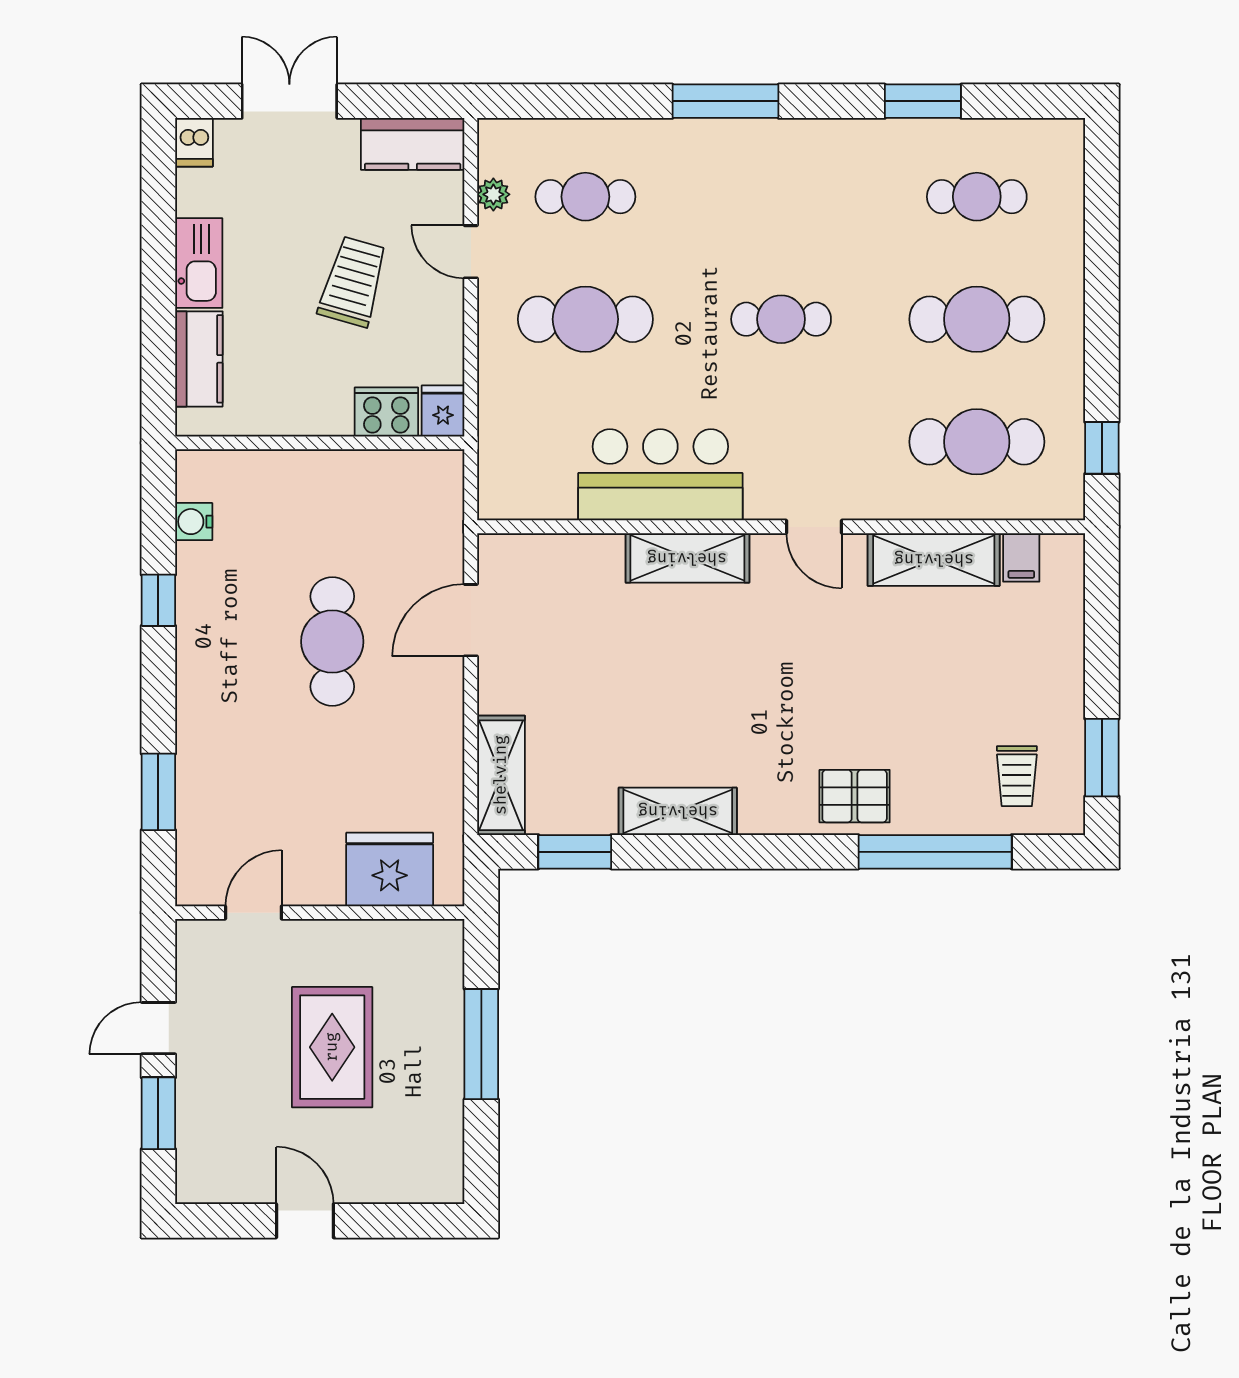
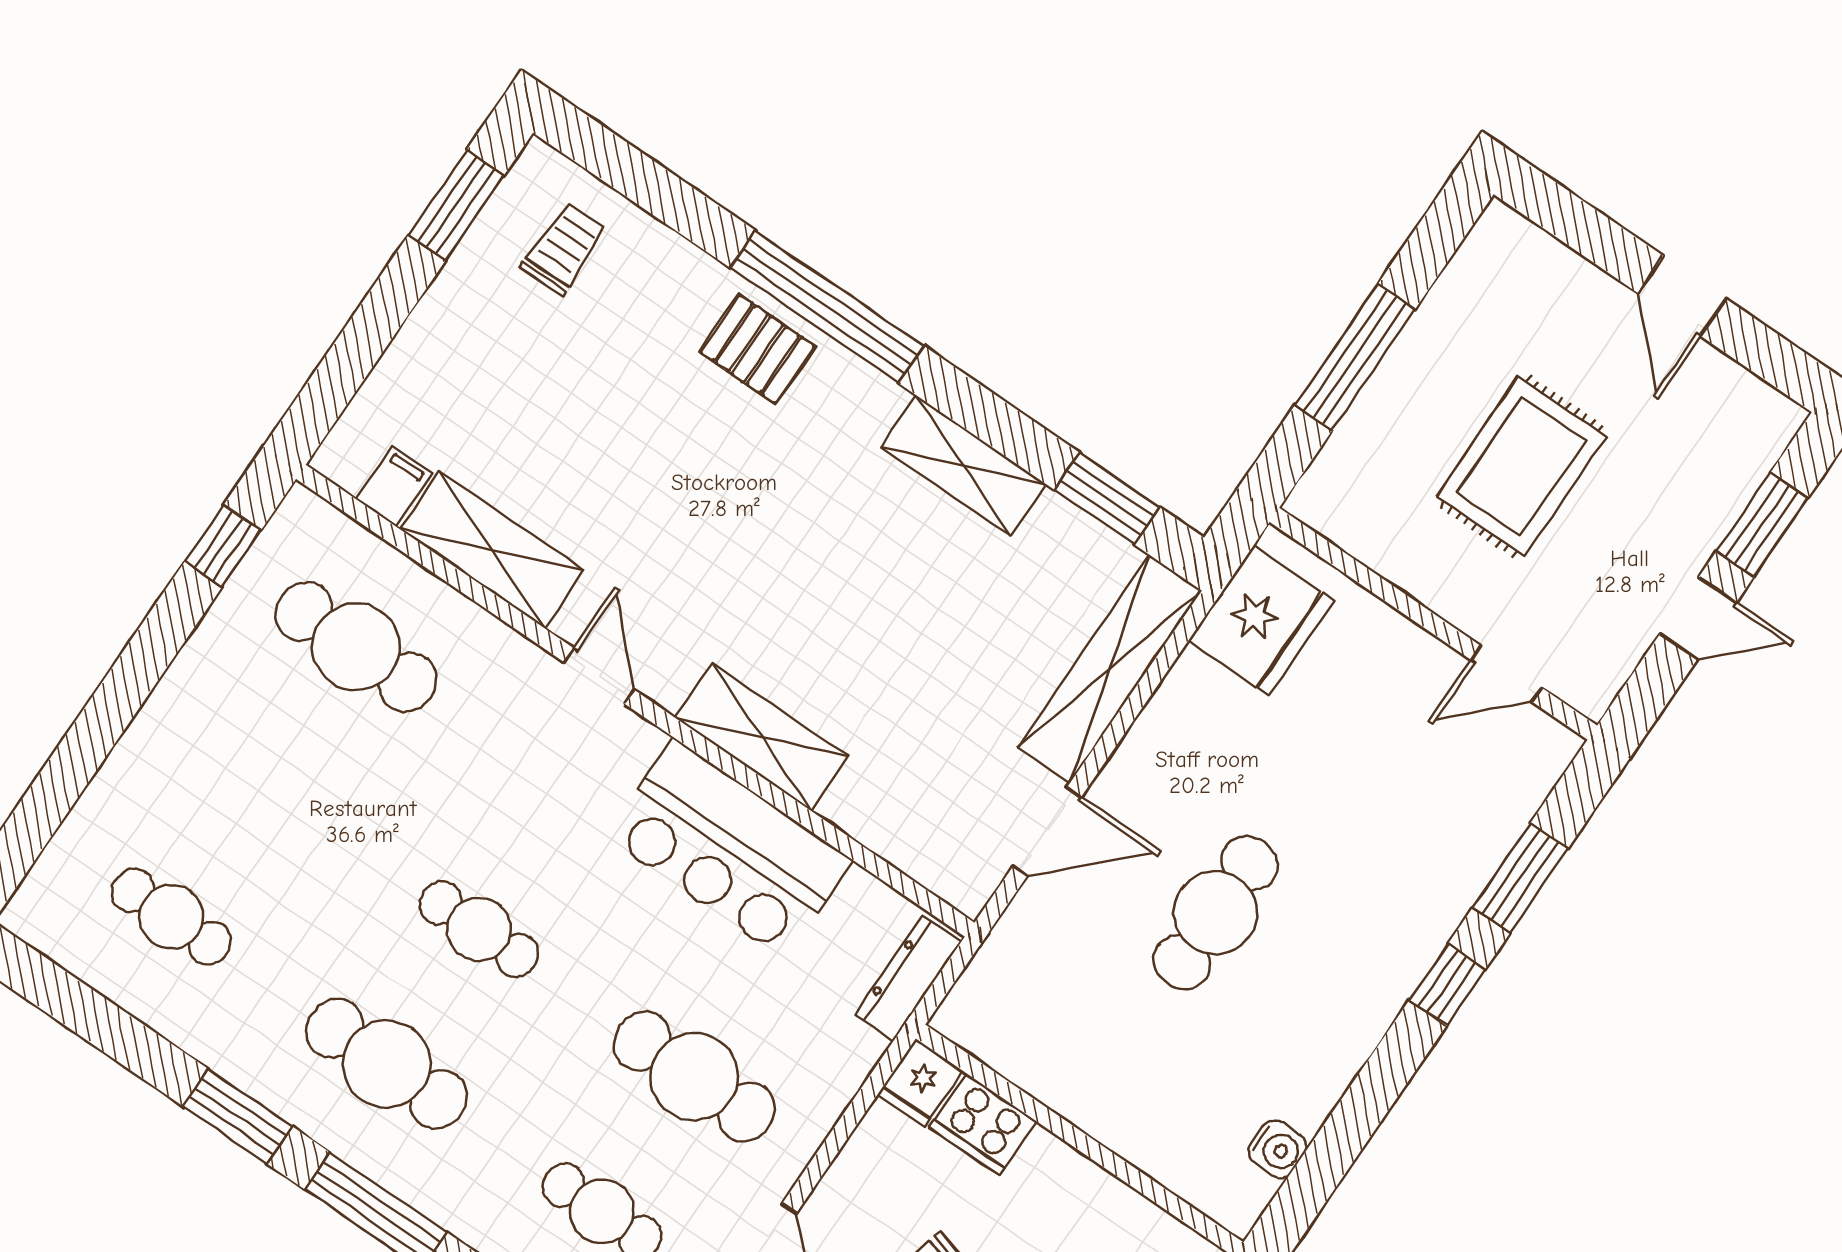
window: (923, 101) -> (238, 1116), moved
cafe table: (977, 319) -> (387, 1064), moved
dresser: (495, 471) -> (908, 978), added
window: (158, 600) -> (1447, 985), moved
shelving: (501, 775) -> (1110, 669), width x1.47
window: (935, 852) -> (827, 307), moved
fridge: (390, 870) -> (1261, 621), moved, turned -90

